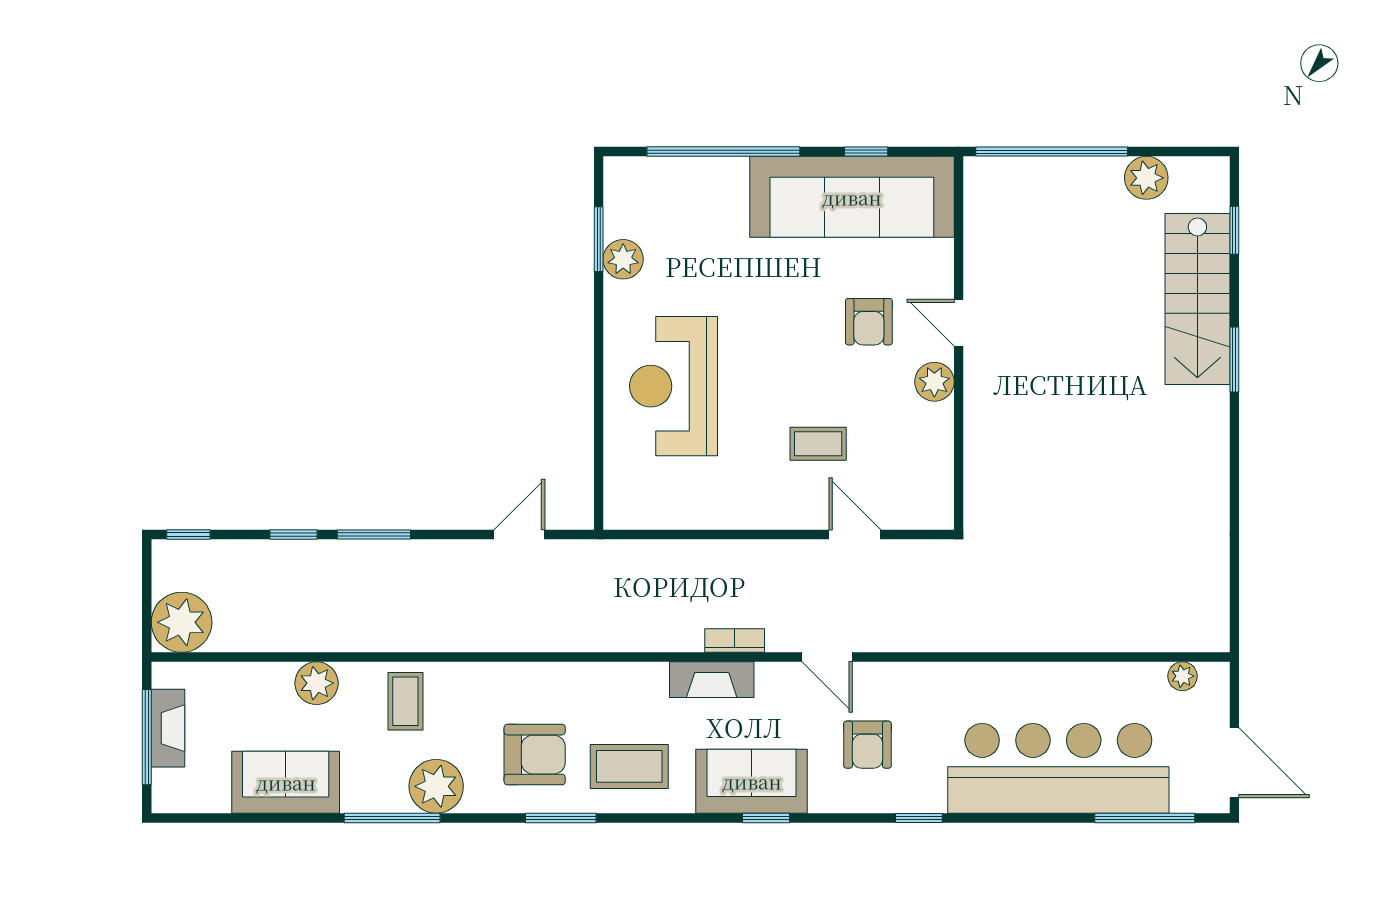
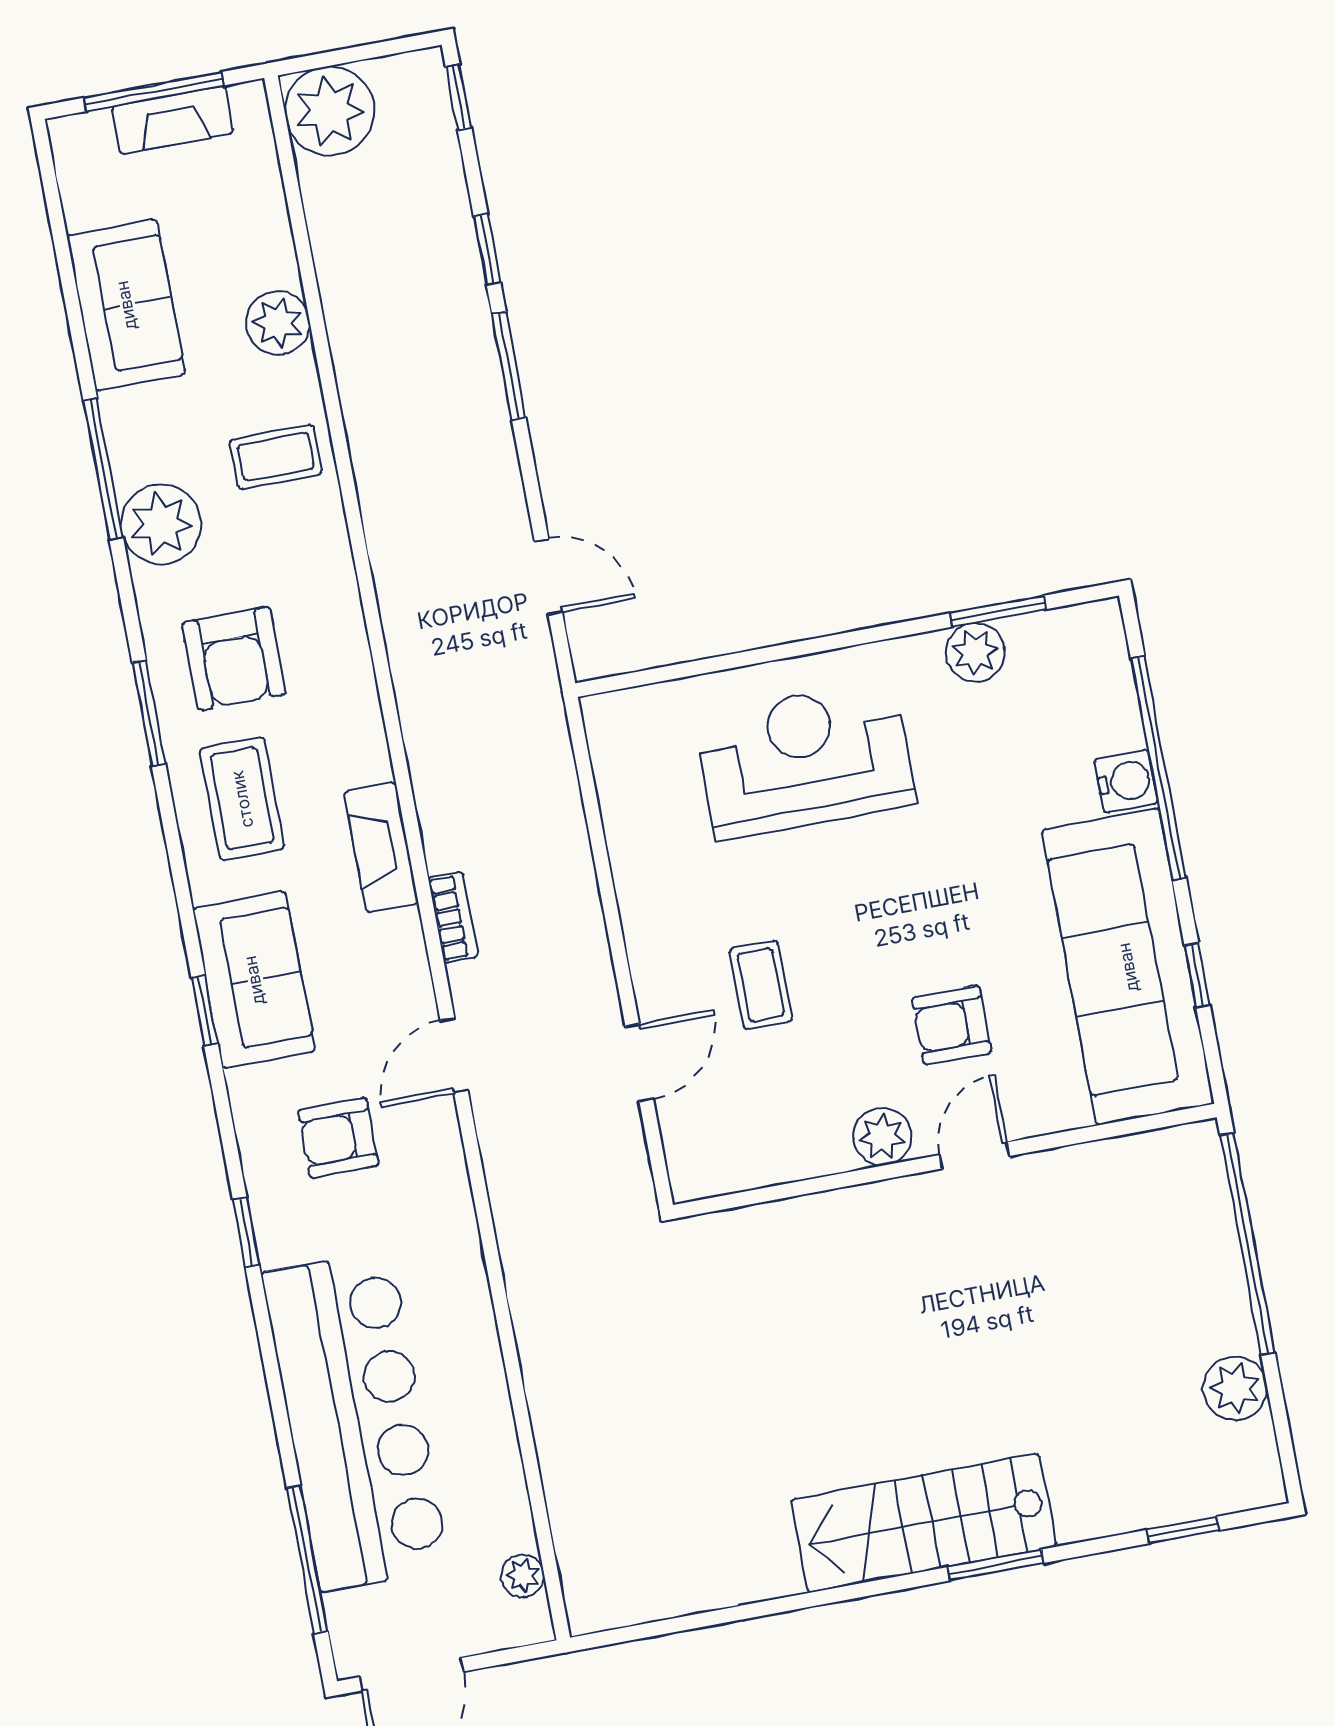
water cooler: (728, 175) -> (1126, 781), added
stairs: (1197, 299) -> (924, 1523), moved
fireplace: (712, 680) -> (381, 847), moved

